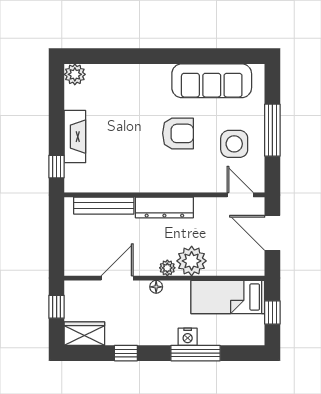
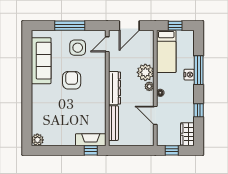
fireplace: (75, 137) -> (91, 140), moved

